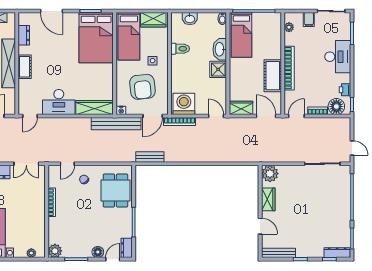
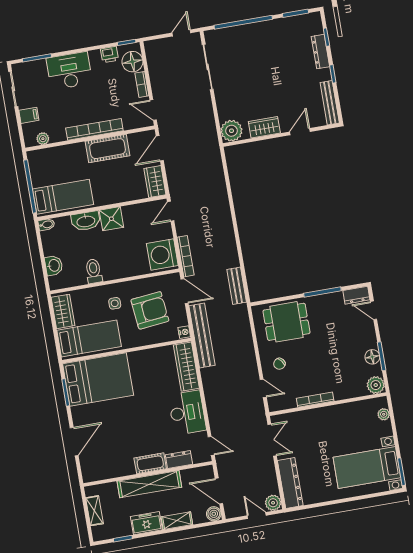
dresser: (24, 35) -> (179, 459), moved
floor lamp: (98, 252) -> (372, 357), moved
dresser: (337, 253) -> (320, 52), moved

